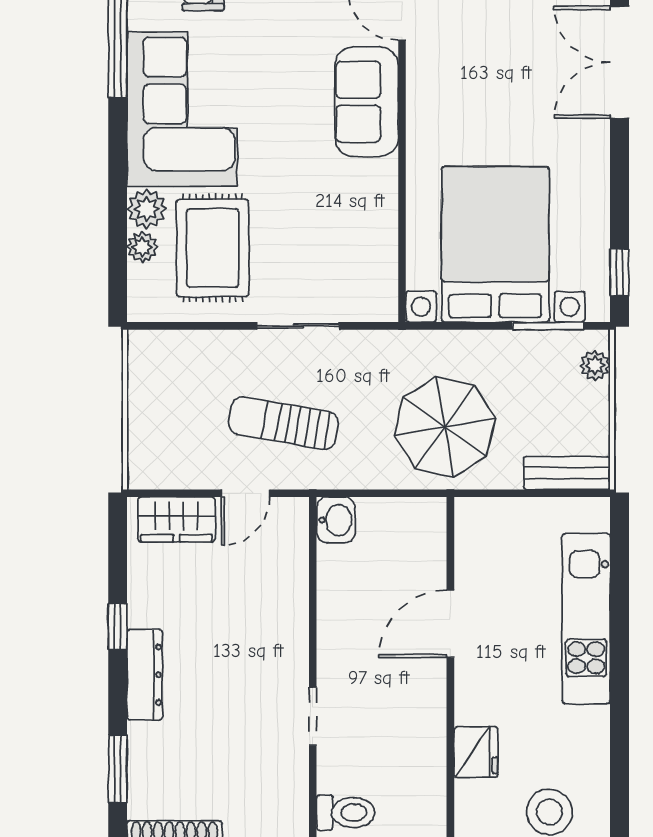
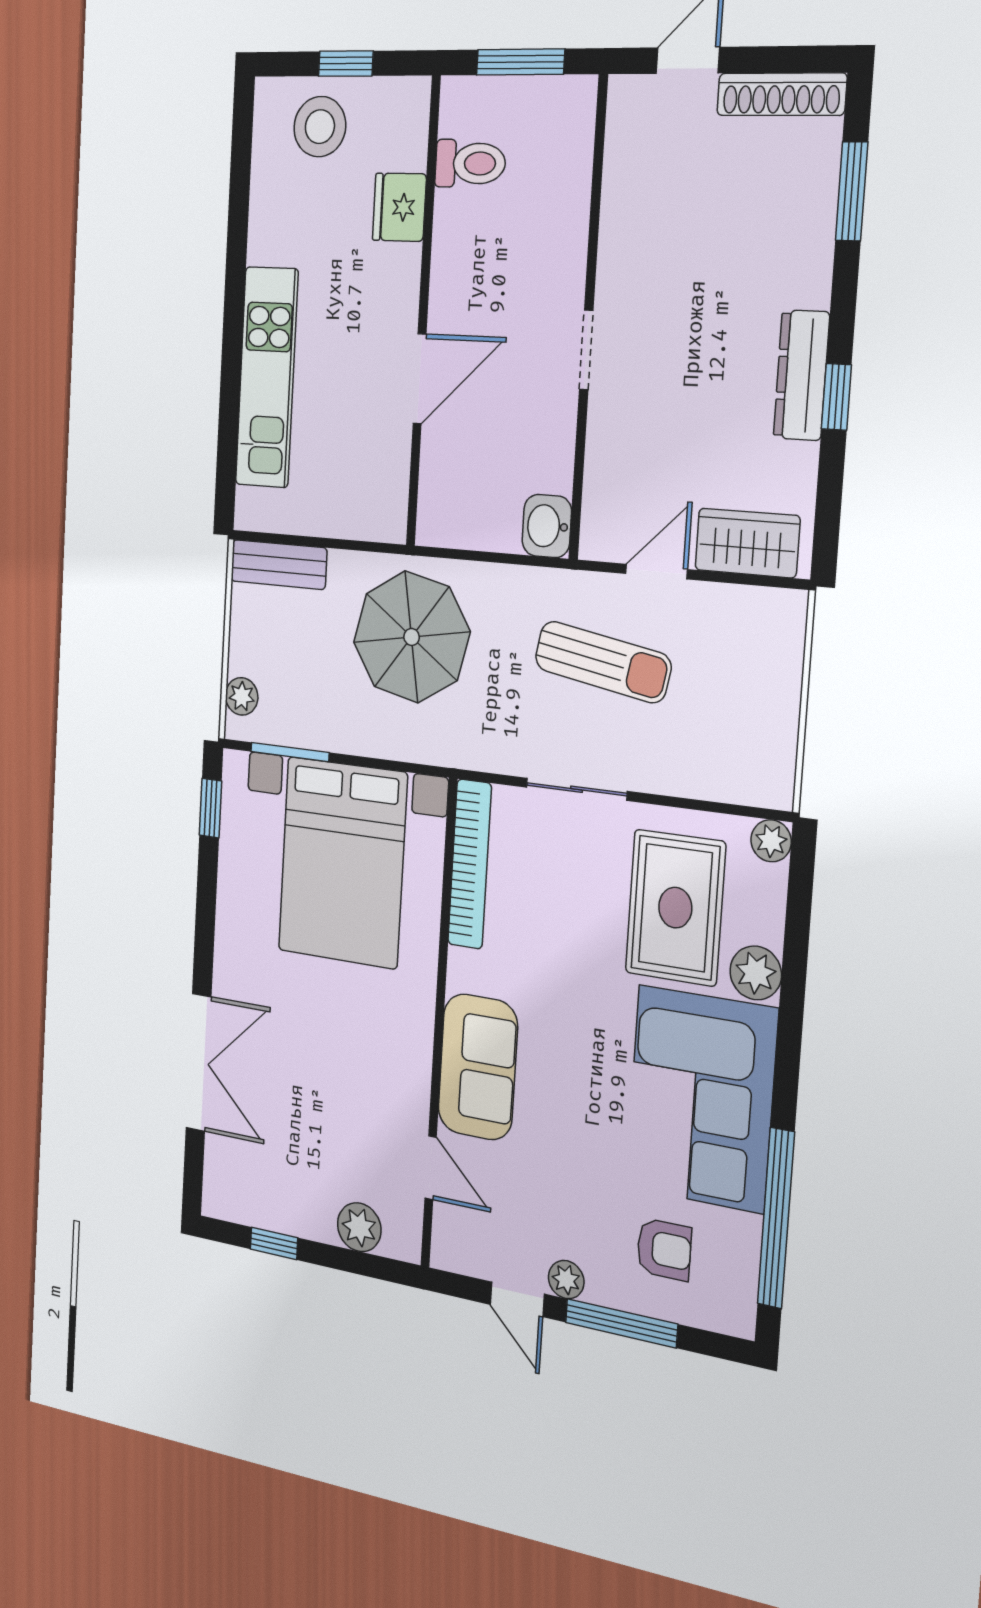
plant: (142, 247) -> (771, 841), moved
bookcase: (384, 258) -> (470, 864), added
dresser: (145, 675) -> (801, 375), moved
doorway: (313, 716) -> (586, 350), moved
toilet: (346, 813) -> (470, 163), moved, turned 180

